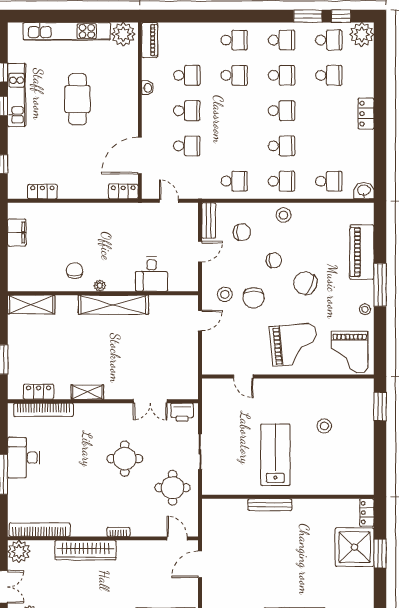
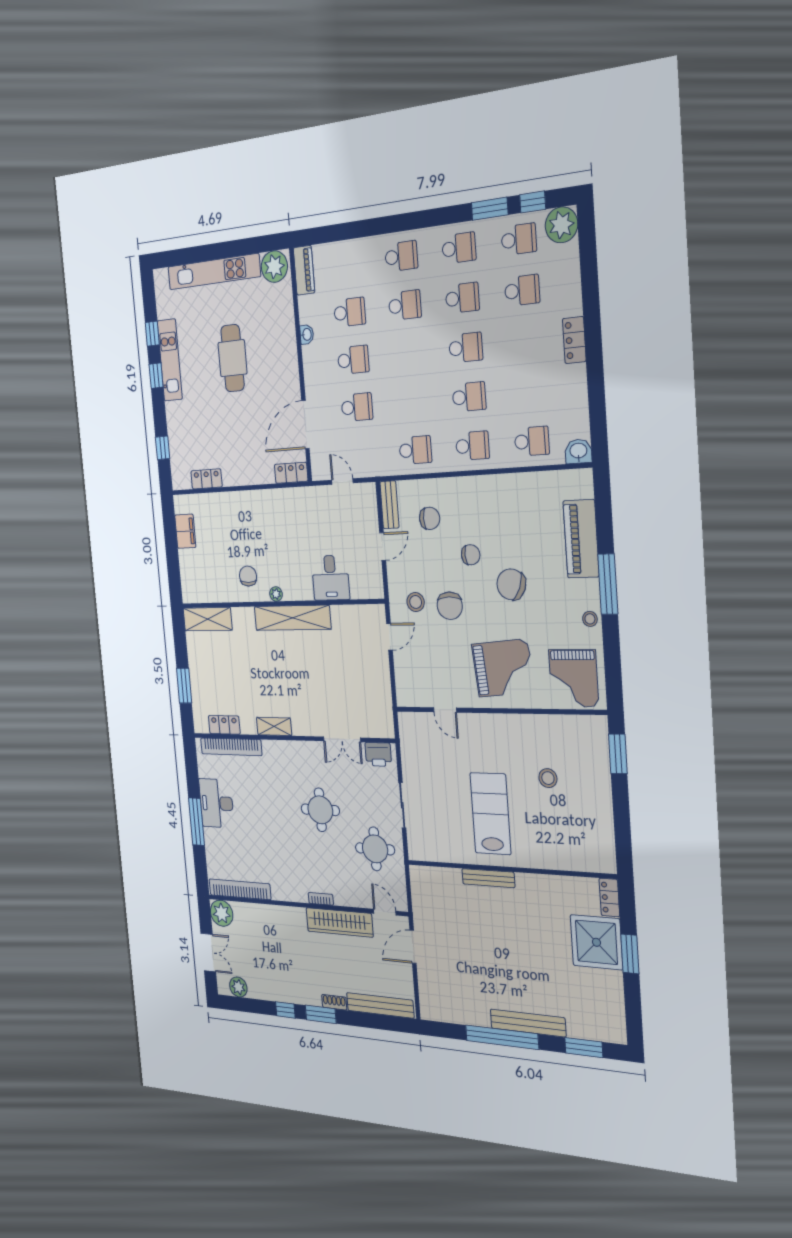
stool: (284, 215) -> (478, 492), removed
wardrobe: (86, 550) -> (339, 922), moved

